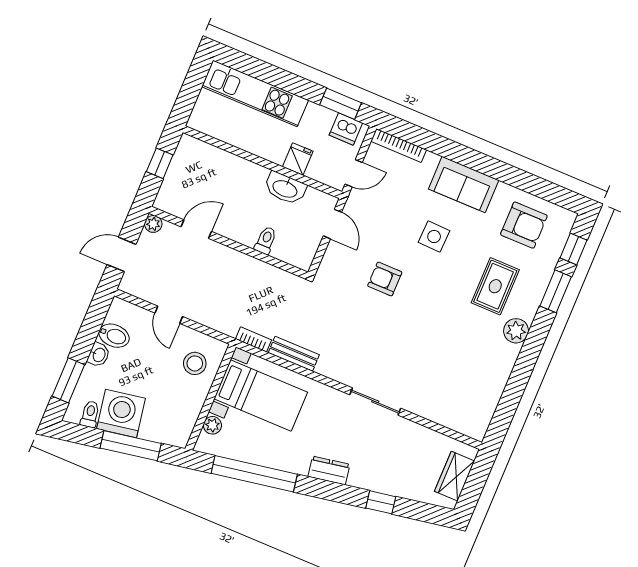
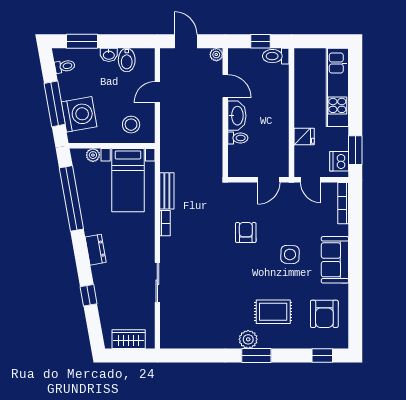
toilet: (186, 152) -> (276, 56), added
washbasin: (285, 188) -> (237, 116), moved, turned 180
window: (556, 291) -> (256, 355), moved
bookcase: (254, 339) -> (165, 223), moved
sliding door: (375, 402) -> (157, 282), moved
washing machine: (121, 413) -> (79, 114), moved

